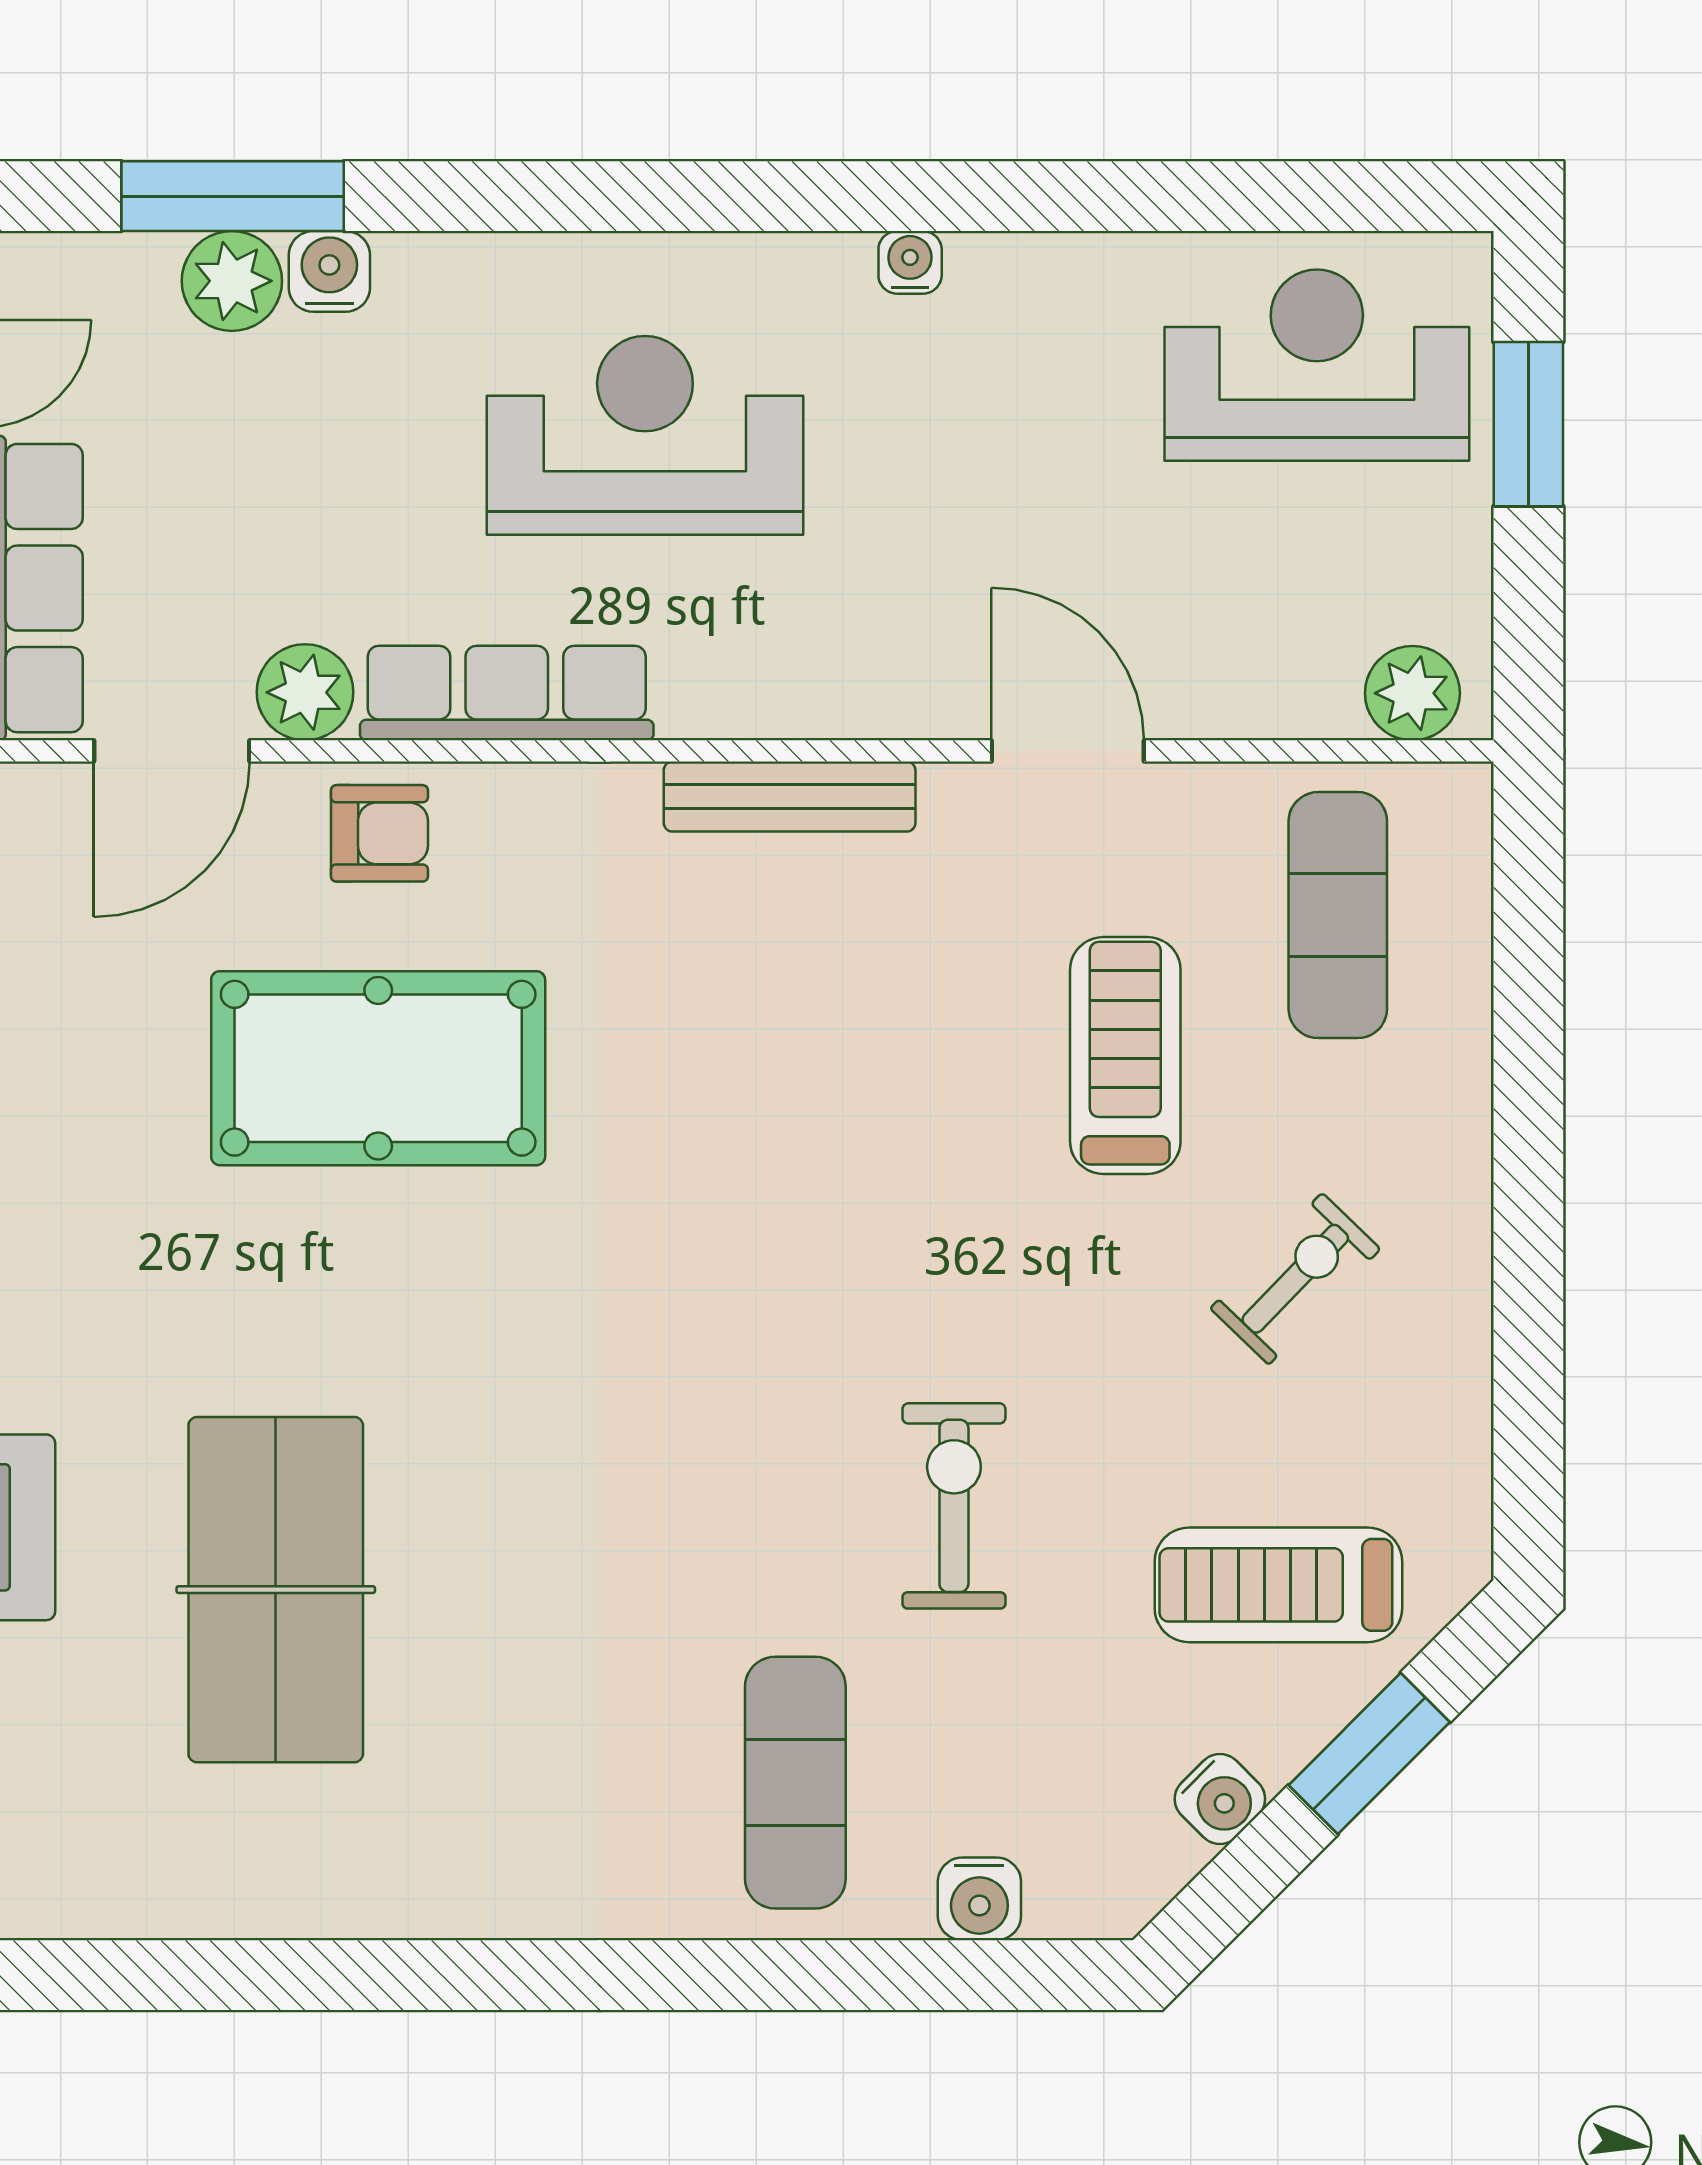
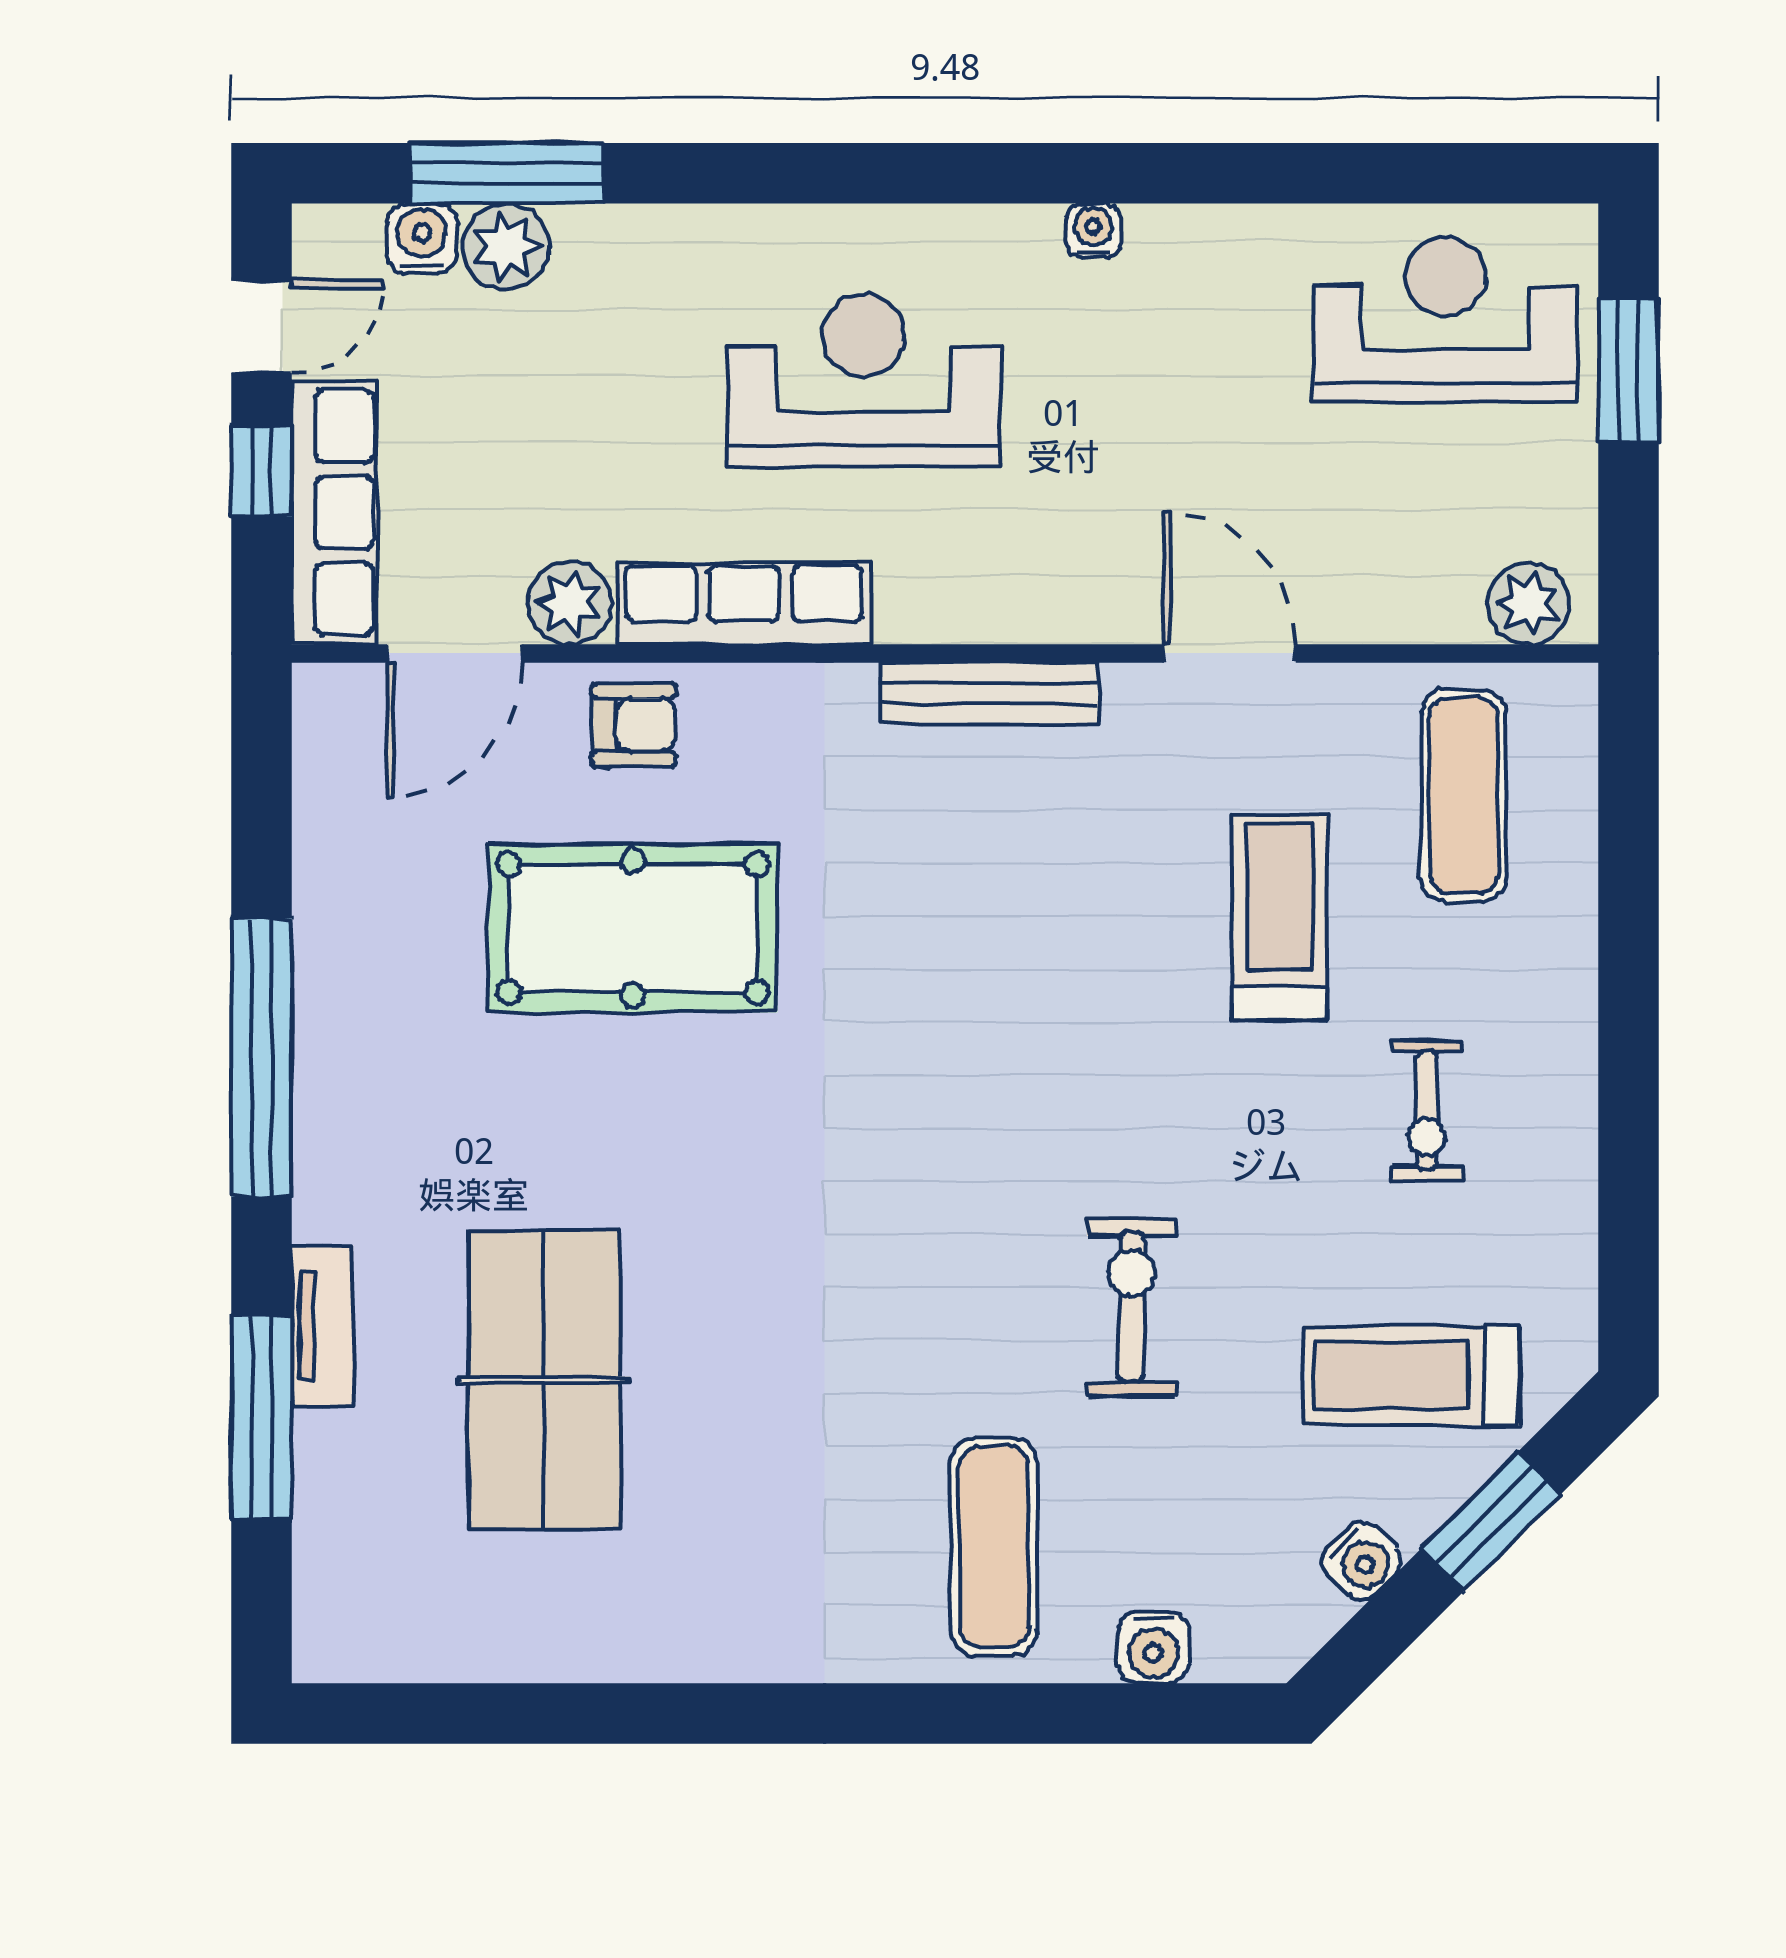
water cooler: (329, 271) -> (422, 238), moved
exercise bike: (1295, 1279) -> (1427, 1110), turned 136

